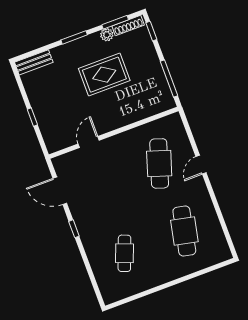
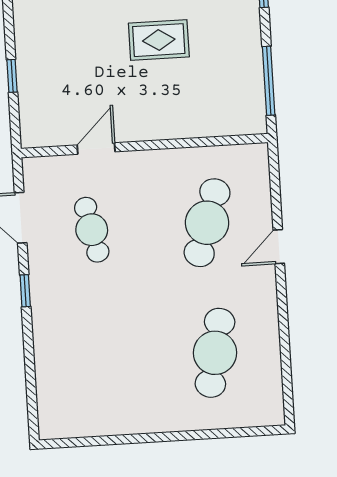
rug: (104, 75) -> (159, 40), width x0.73, depth x0.70
cafe table: (124, 253) -> (92, 230), moved, turned -33

